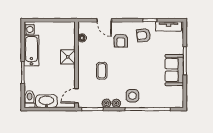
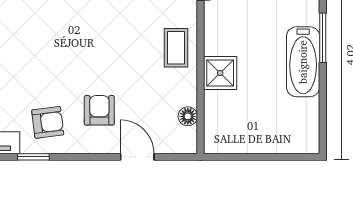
washing machine: (29, 29) -> (308, 136), removed
bathtub: (31, 51) -> (303, 62), moved
coffee table: (102, 71) -> (176, 48), moved

